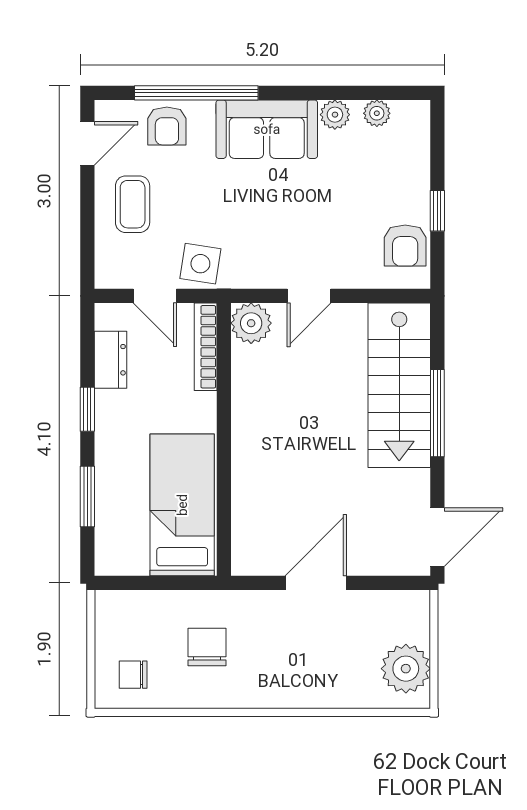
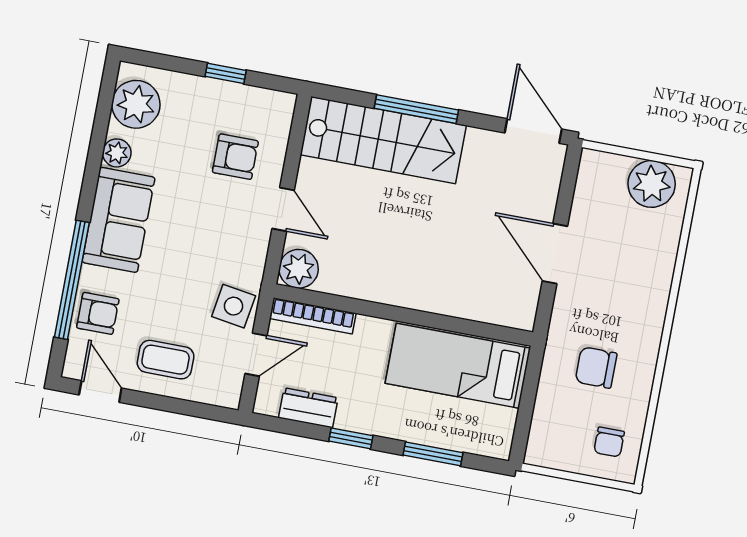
plant: (377, 113) -> (136, 104), width x1.88, depth x1.88
armchair: (405, 246) -> (235, 157), moved

